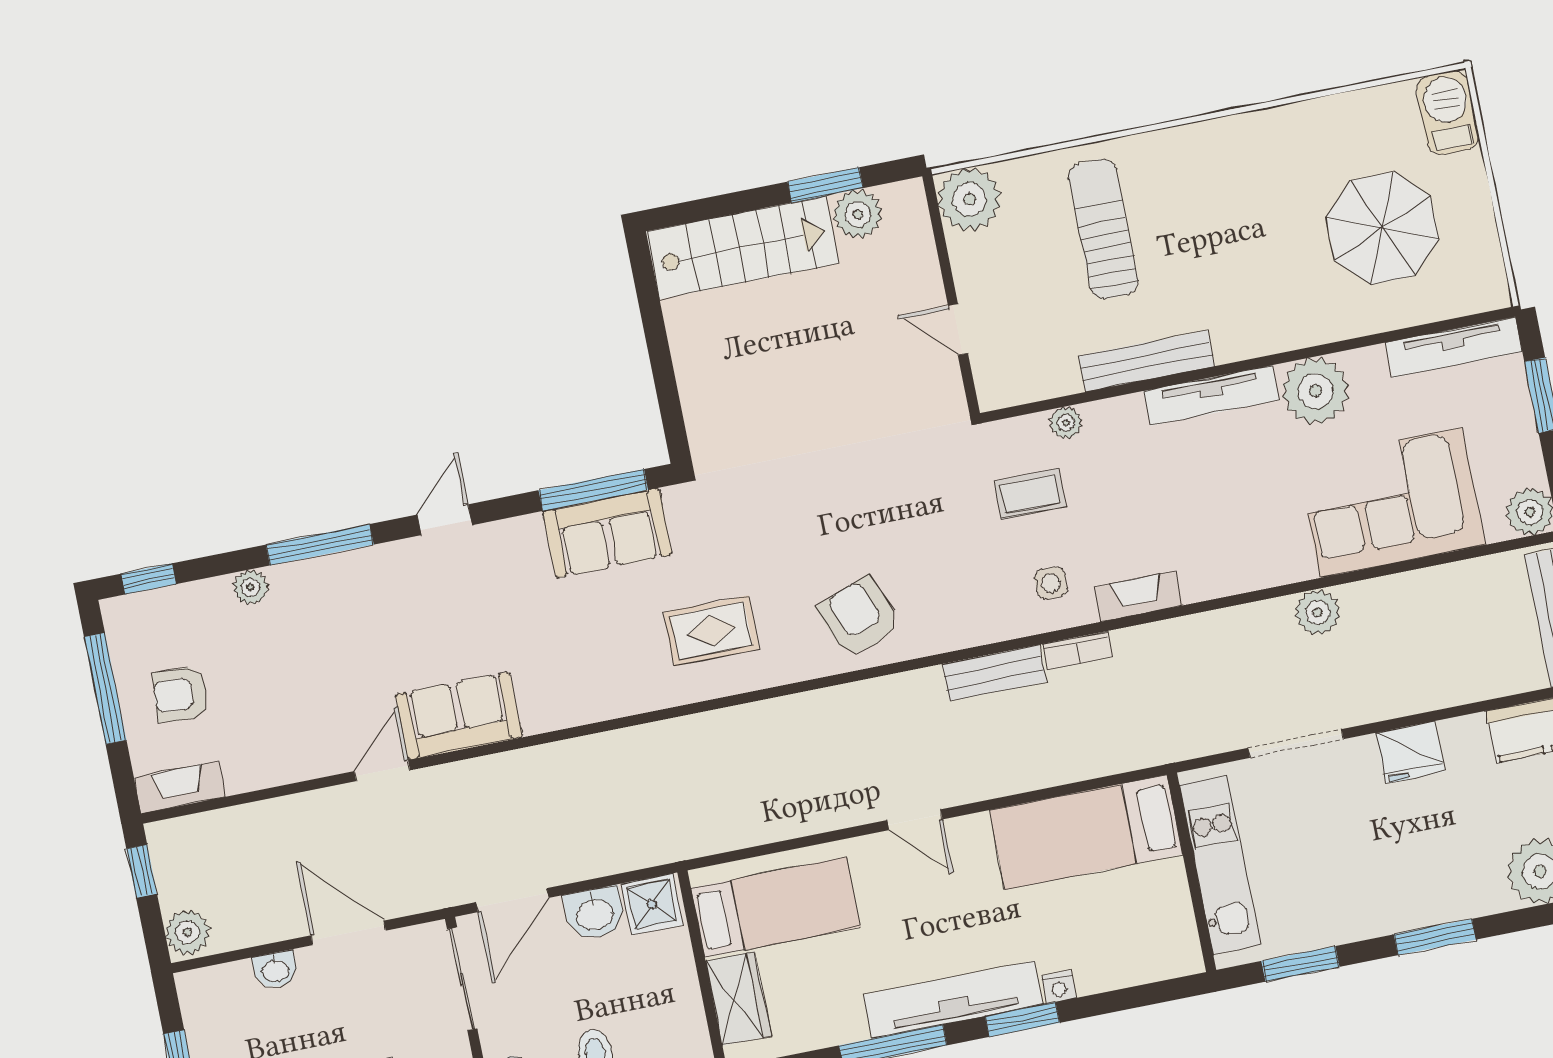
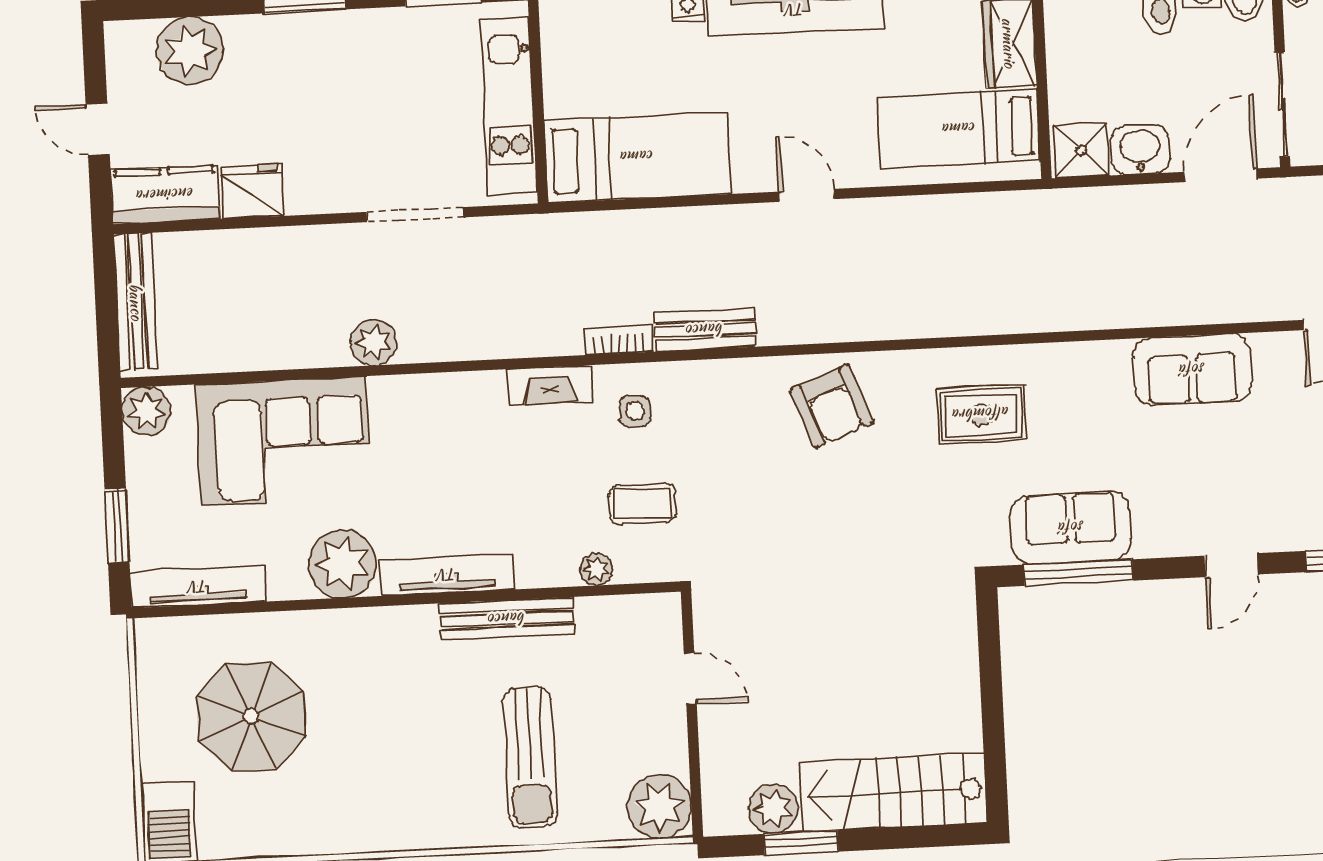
sofa: (459, 716) -> (1192, 370), moved
fridge: (1410, 752) -> (252, 191), moved

